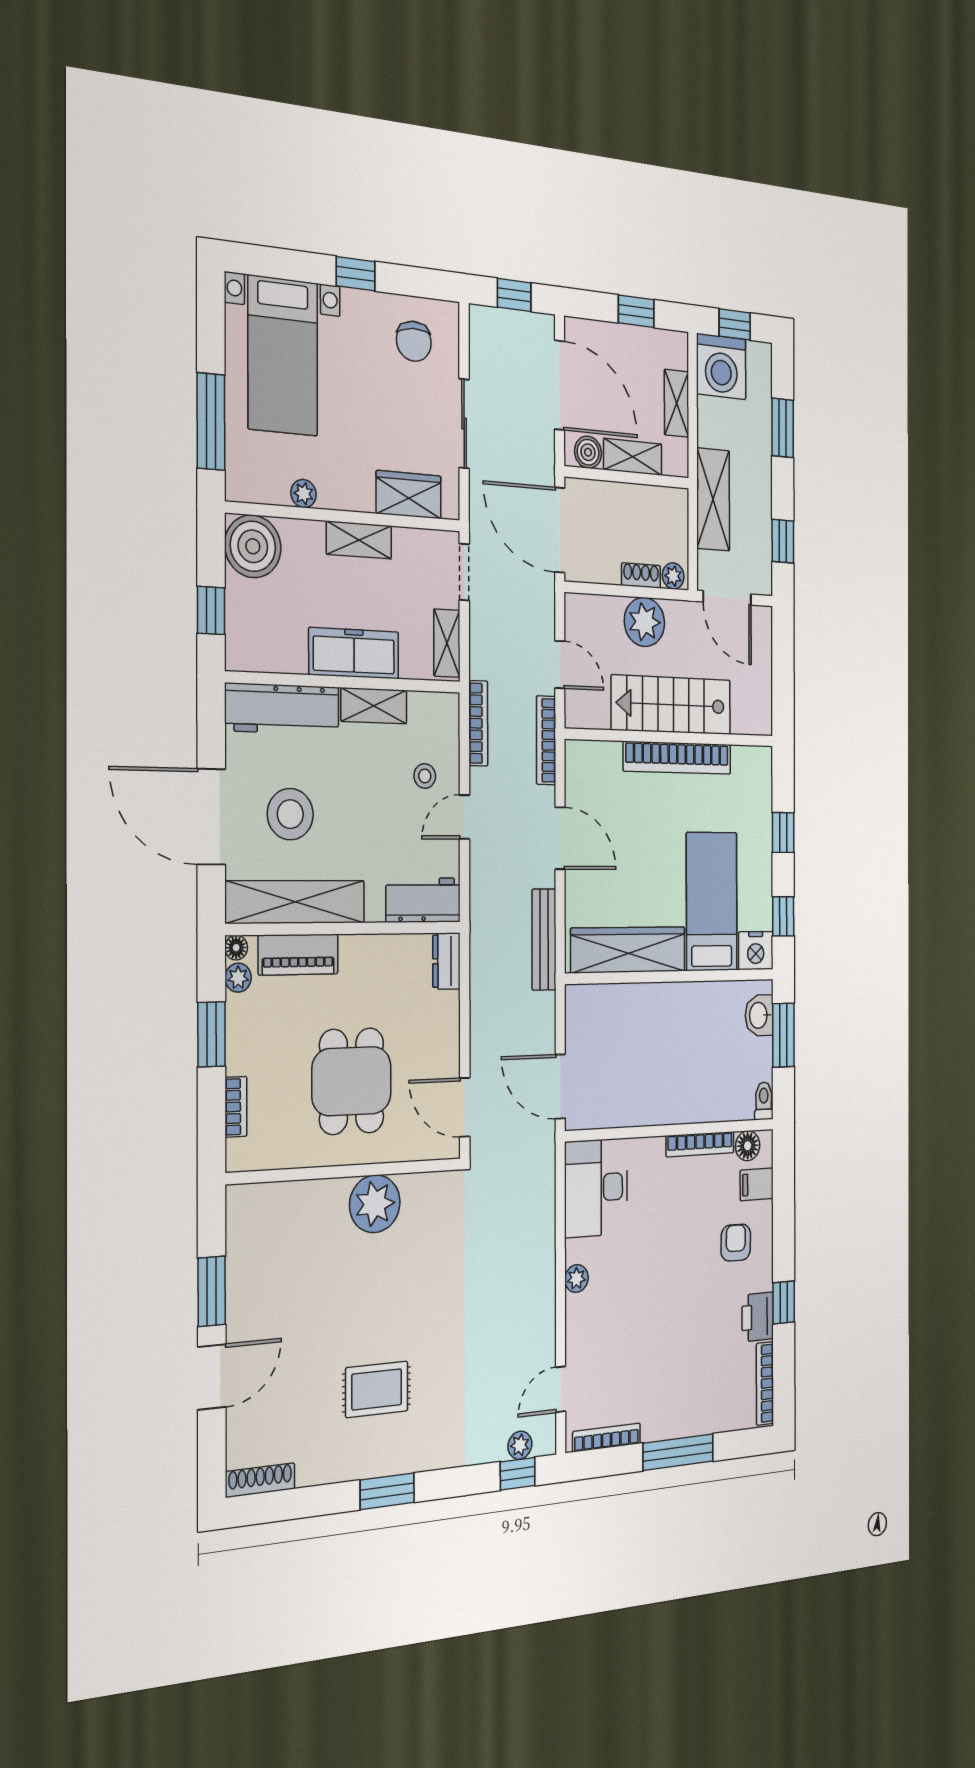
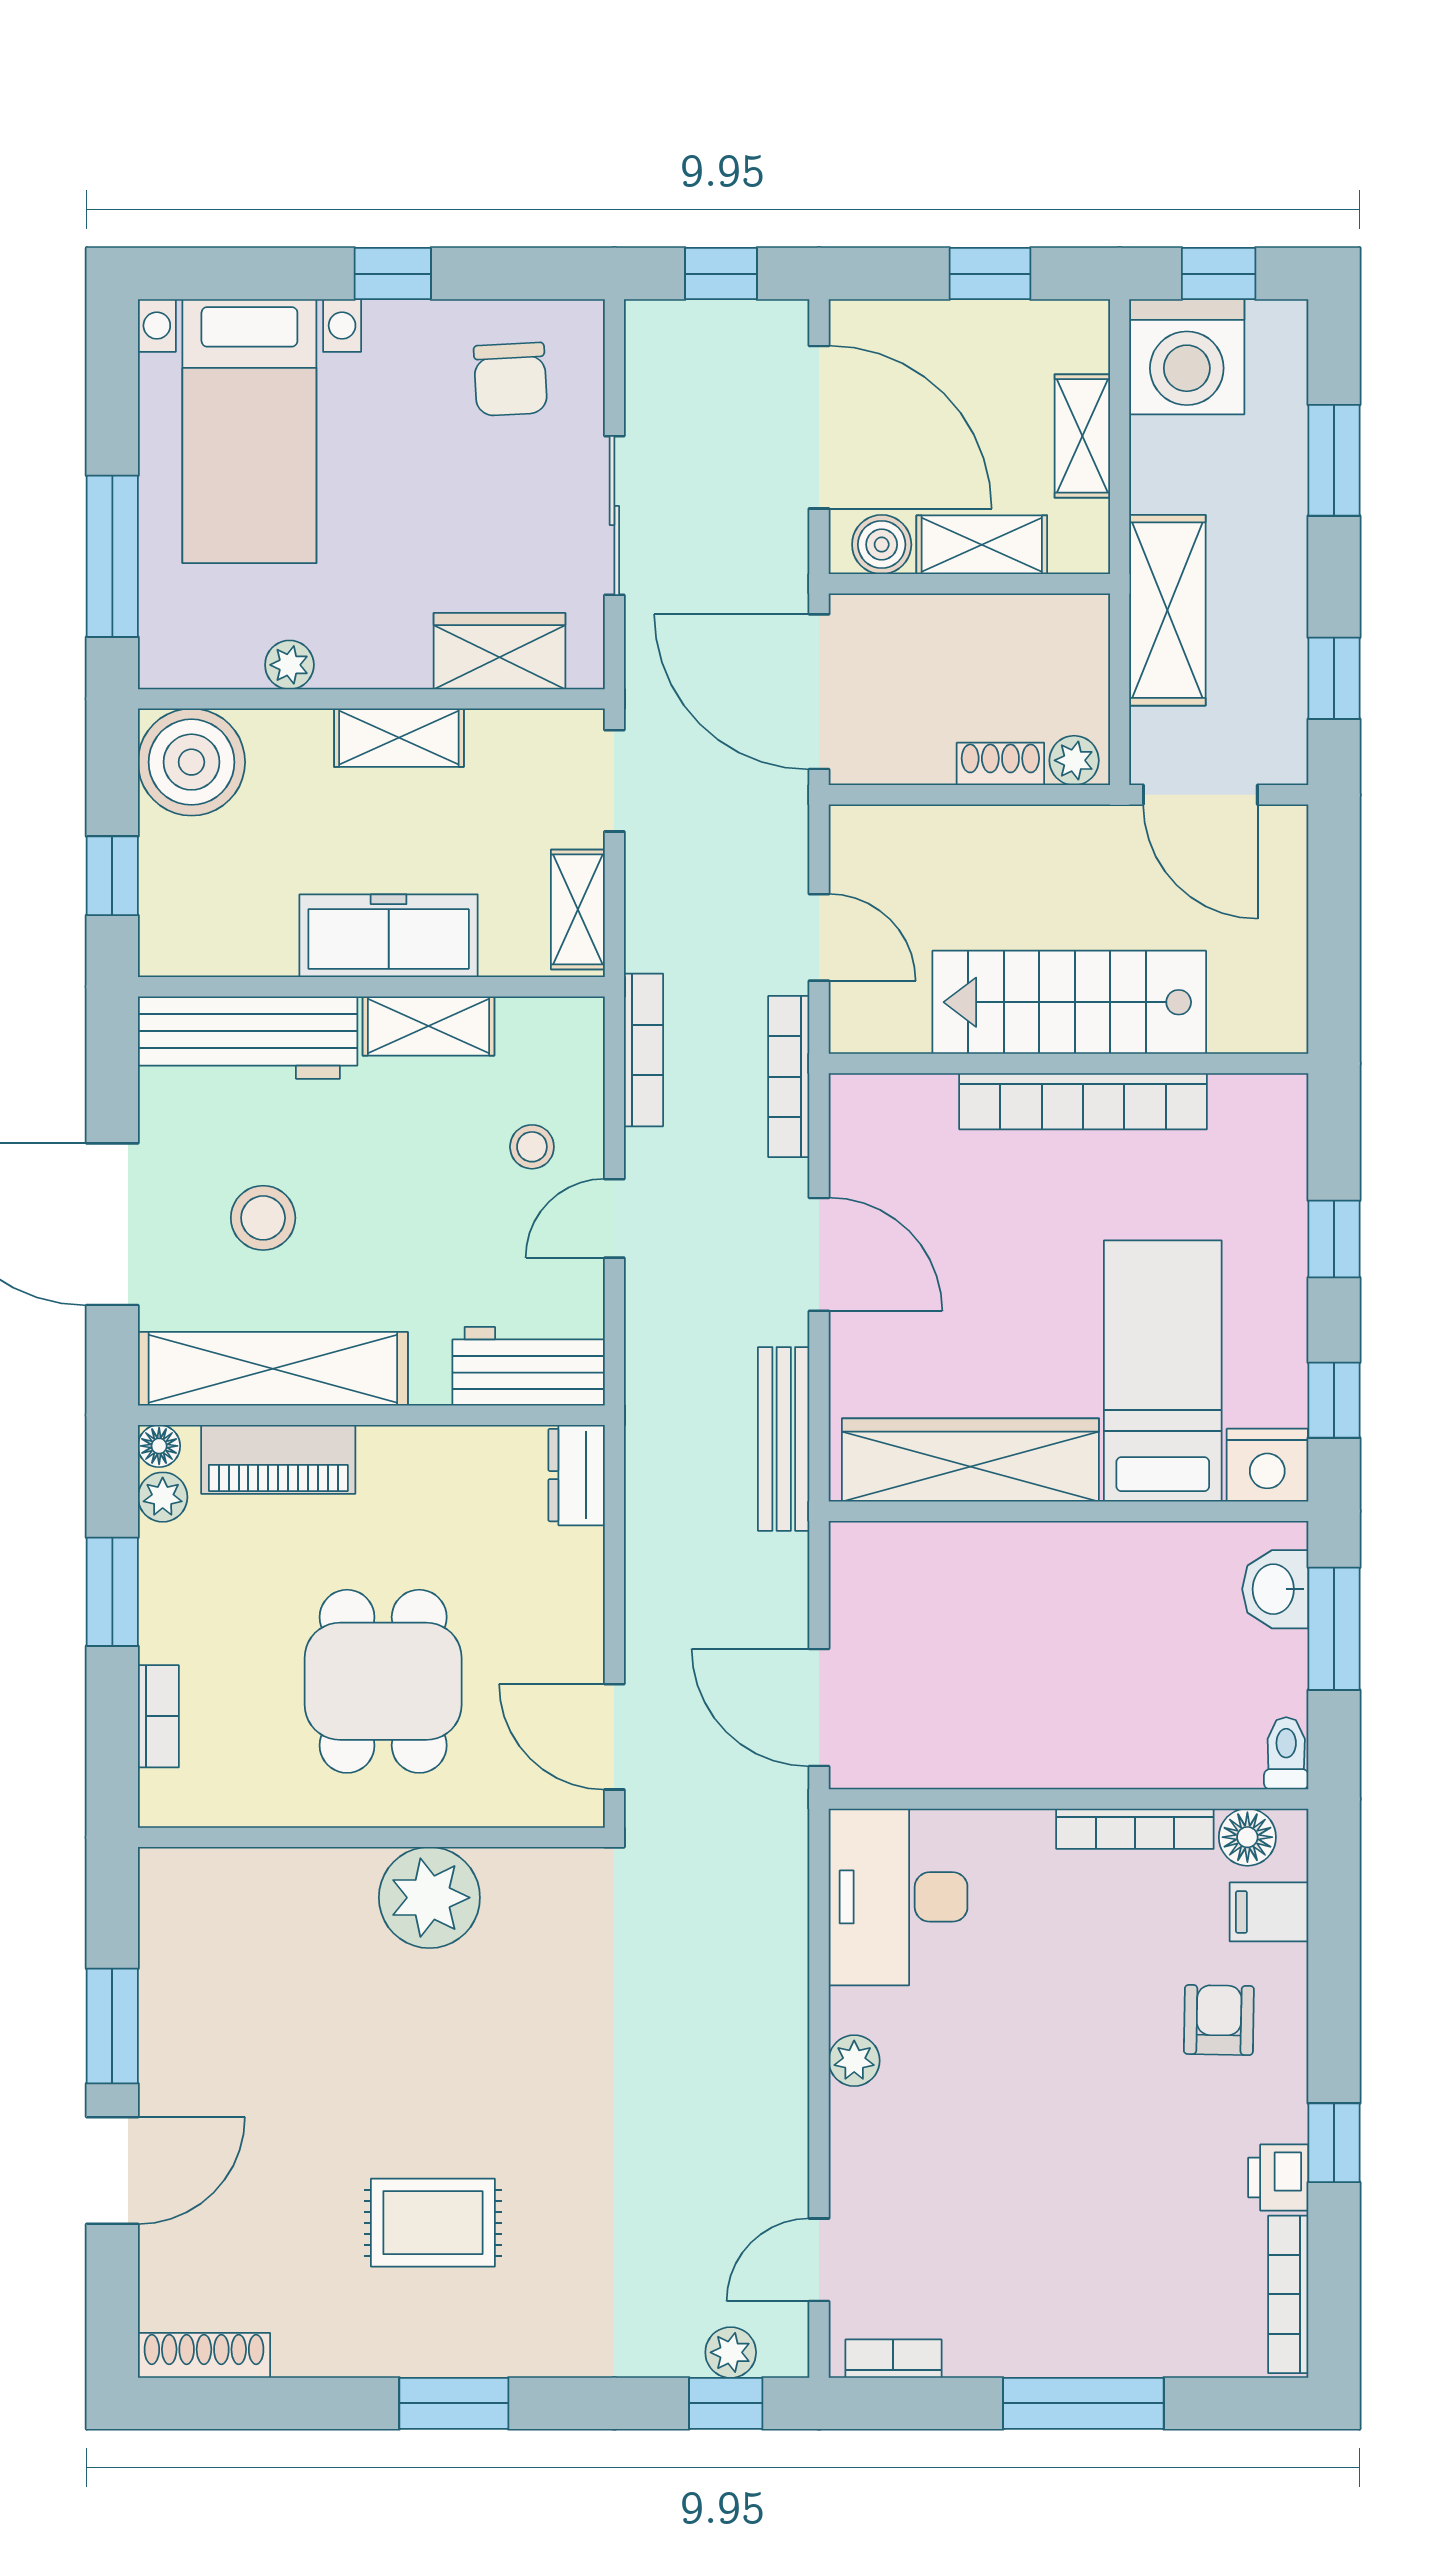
plant: (644, 622) -> (1008, 850), removed
stool: (290, 814) -> (263, 1218), width x0.73, depth x0.73
printer: (758, 1317) -> (1278, 2177), width x0.73, depth x0.81
bookcase: (607, 1437) -> (893, 2359), width x0.64

